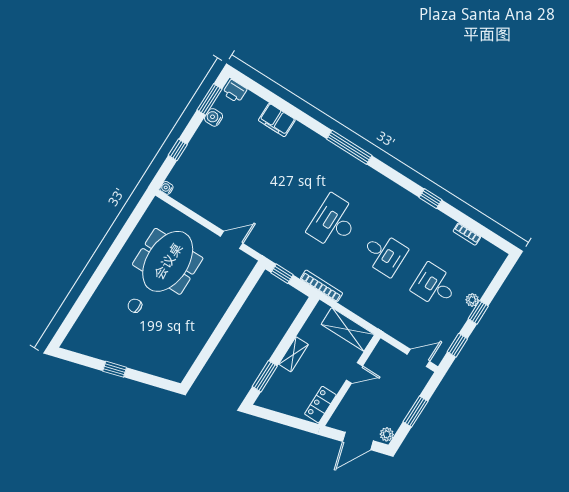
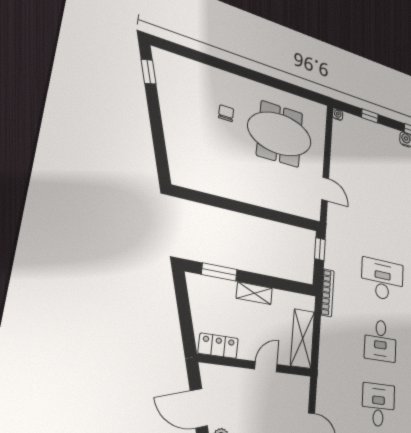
window: (115, 369) -> (149, 72), moved
door: (354, 373) -> (266, 367), swing flipped

